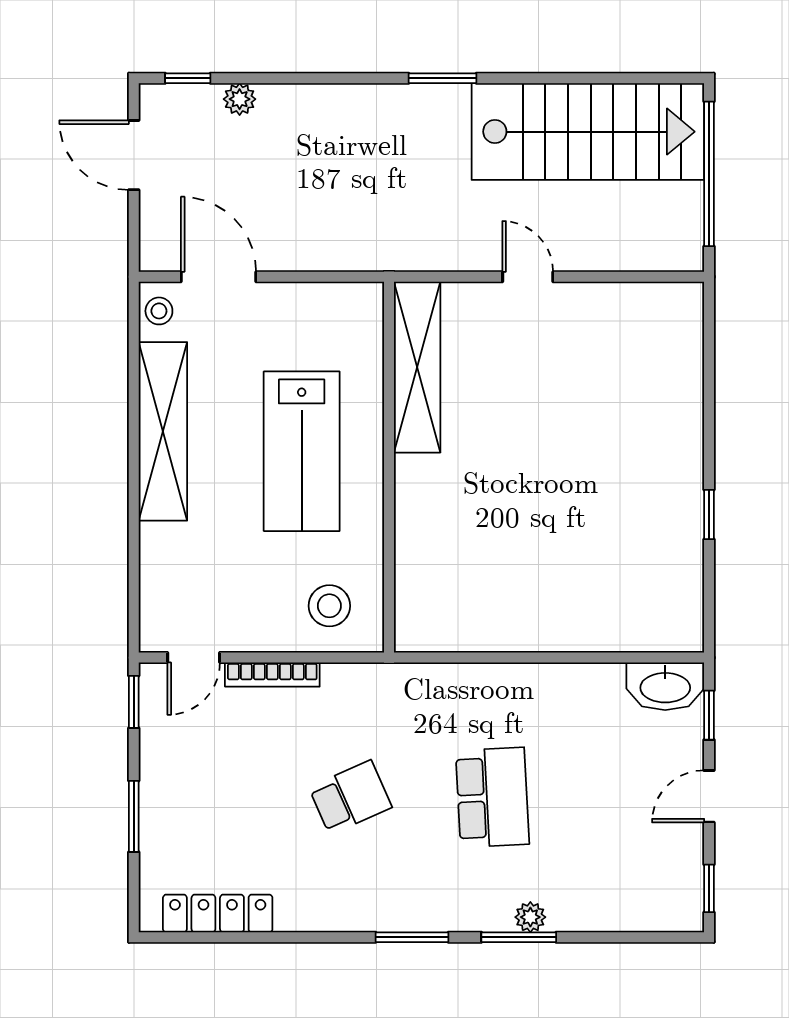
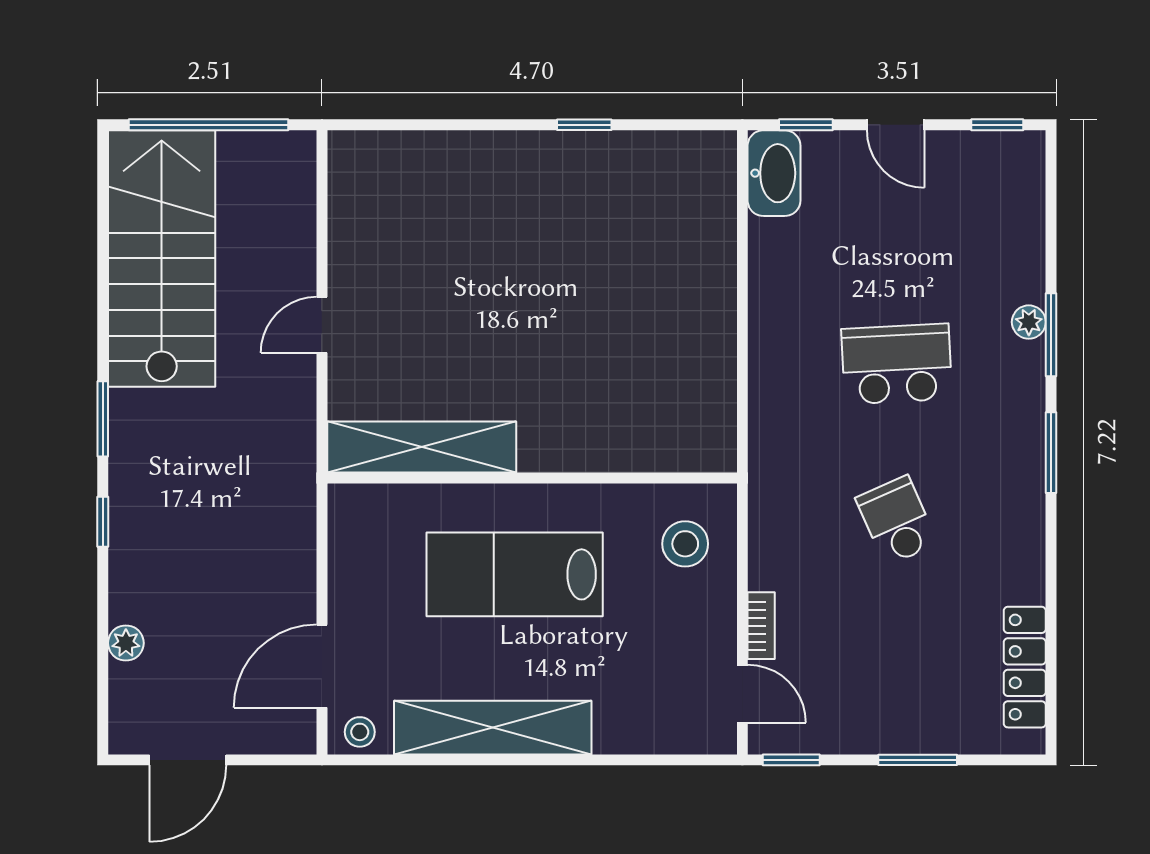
window: (188, 78) -> (103, 522), moved
lab bench: (302, 451) -> (515, 574), turned 180
bookcase: (272, 675) -> (761, 626), width x0.64

